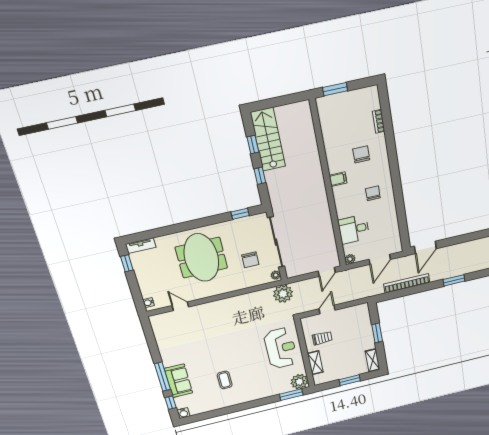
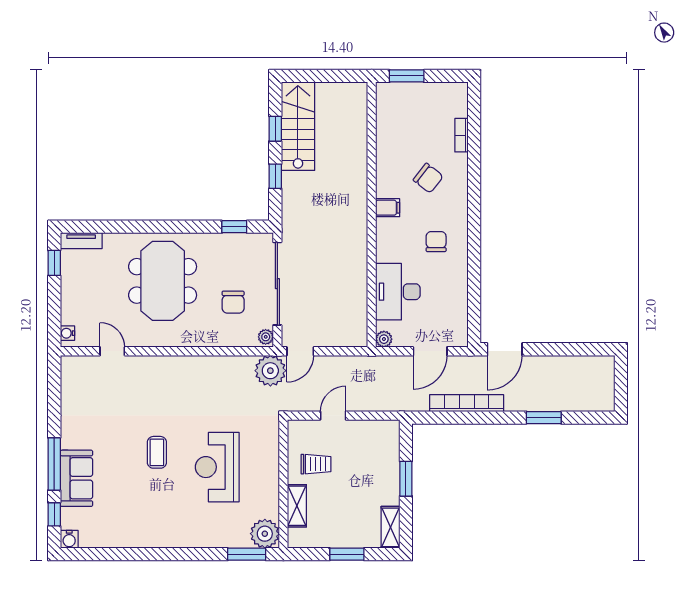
chair: (361, 154) -> (428, 178), turned 128
desk: (354, 229) -> (398, 292), width x1.37
door: (327, 272) -> (300, 351), moved
reception desk: (281, 348) -> (217, 467), moved, turned 180
coffee table: (225, 380) -> (157, 452), moved

